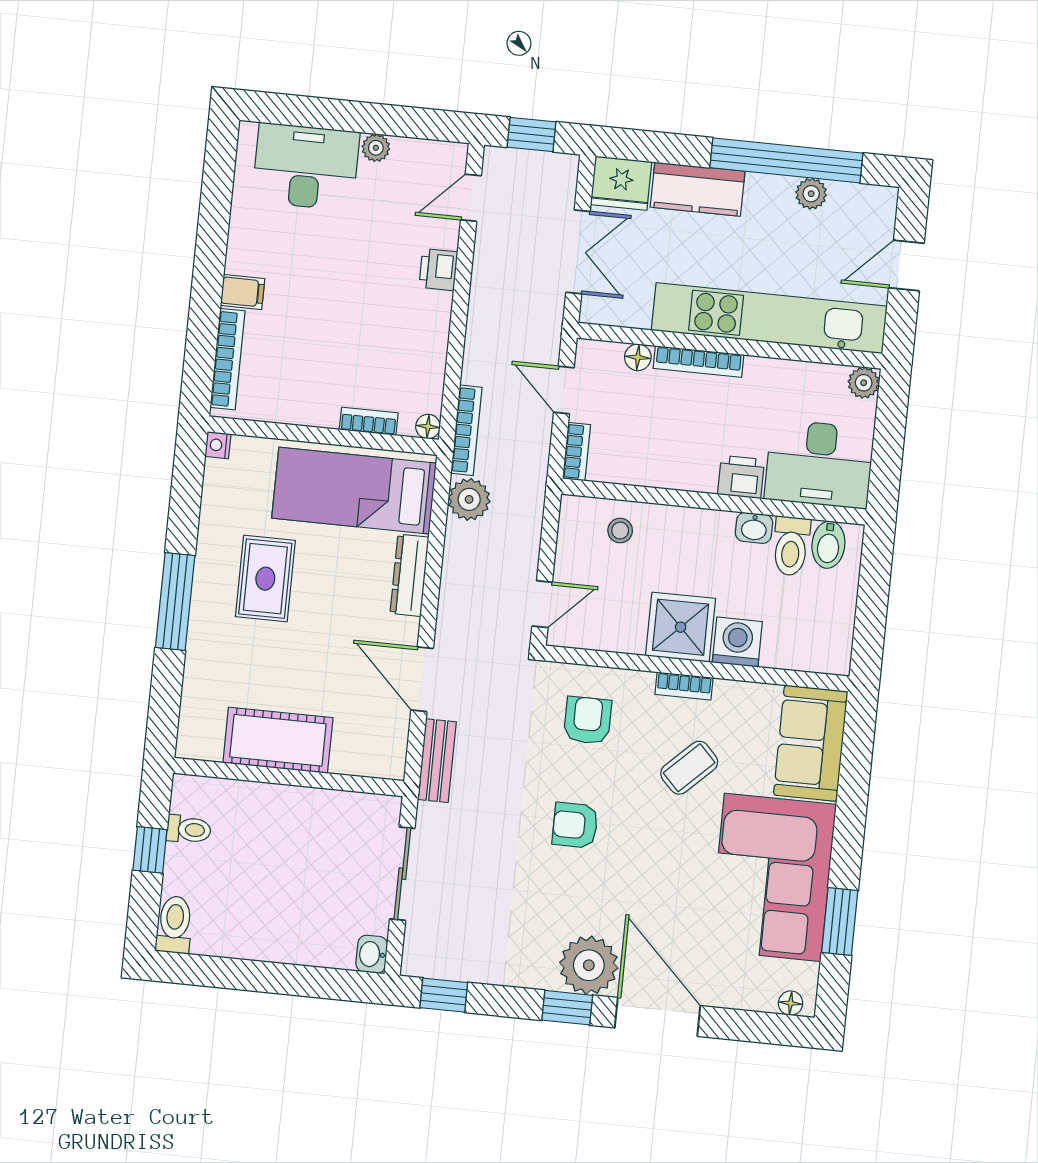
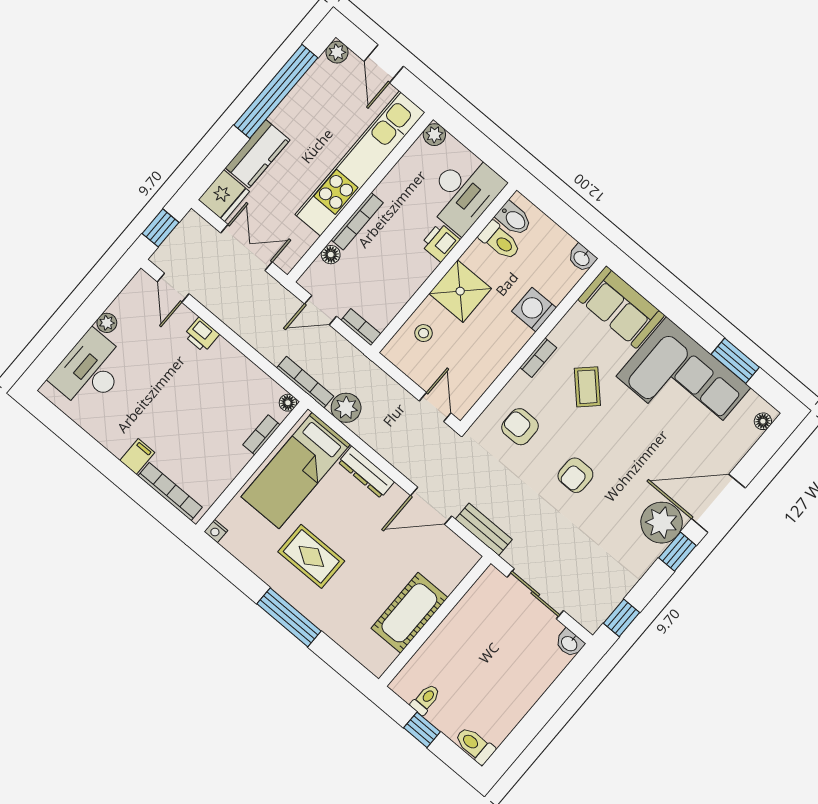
plant: (811, 194) -> (337, 52), moved
washbasin: (754, 528) -> (582, 258), moved, turned 90
shower: (681, 627) -> (460, 291), moved

